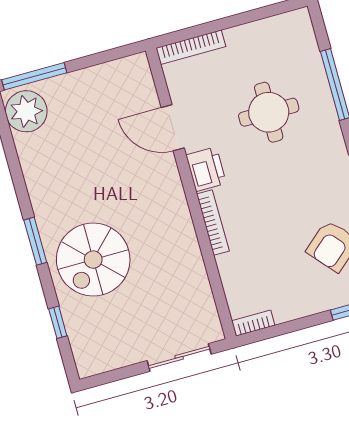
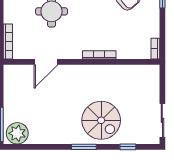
printer: (206, 169) -> (71, 51), removed
sliding door: (179, 357) -> (162, 120), moved

